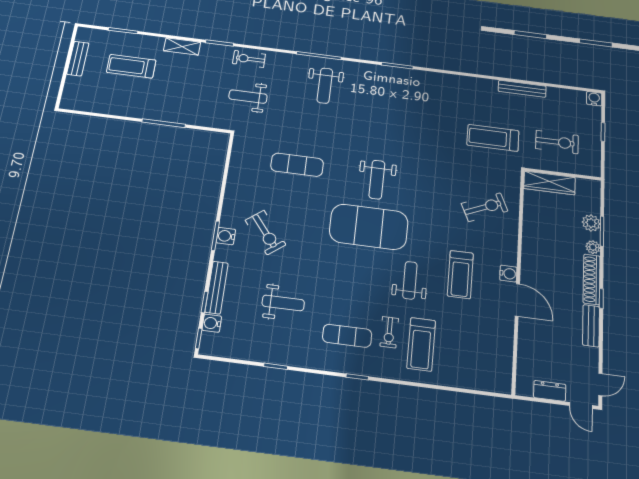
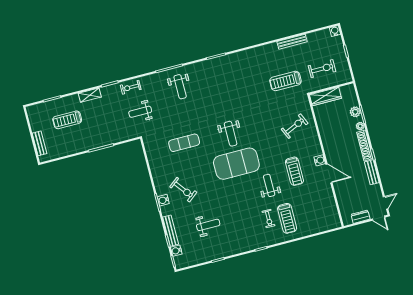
bench: (78, 59) -> (40, 143), moved
exercise mat: (347, 336) -> (248, 229), removed

